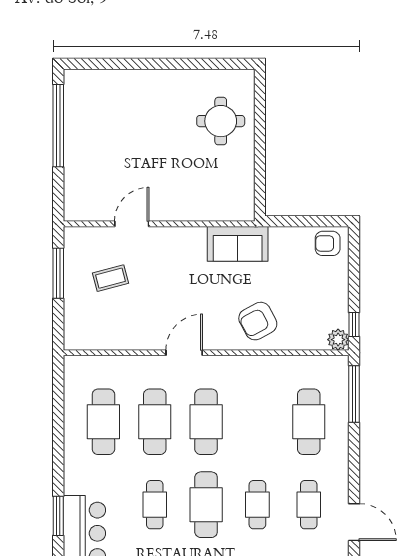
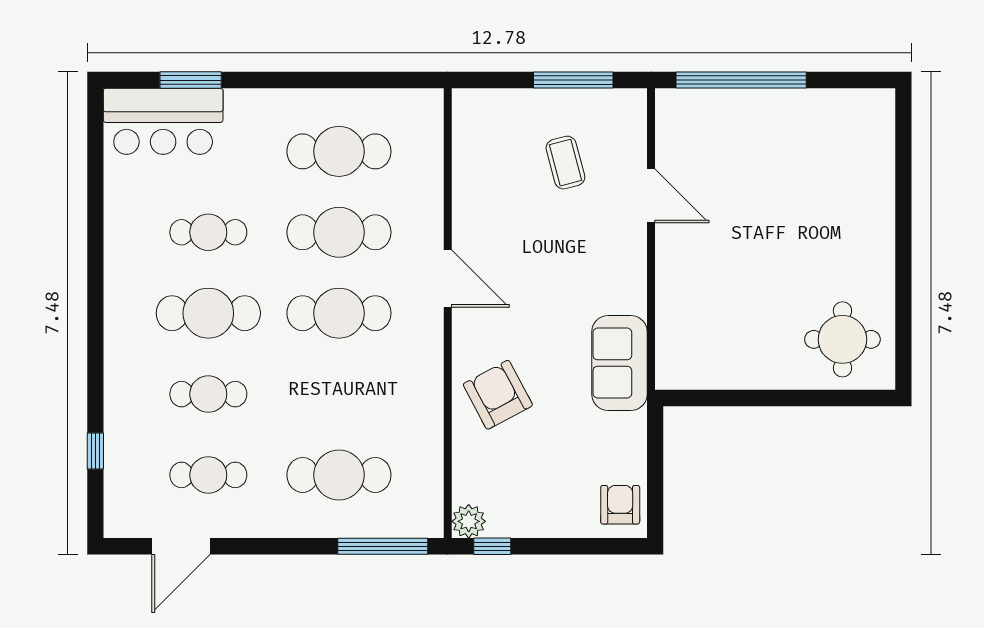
round table: (221, 121) -> (842, 339), moved
window: (58, 126) -> (741, 80), moved

